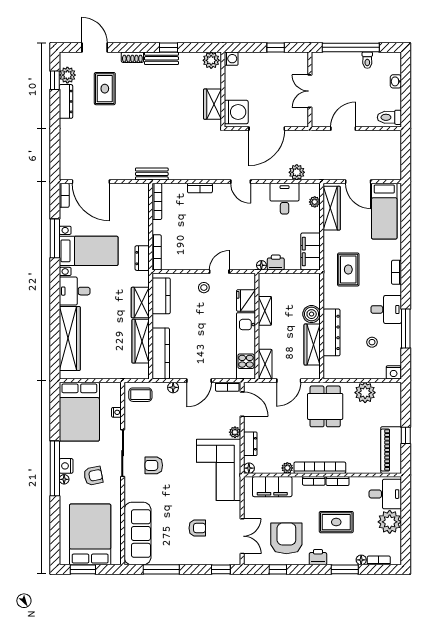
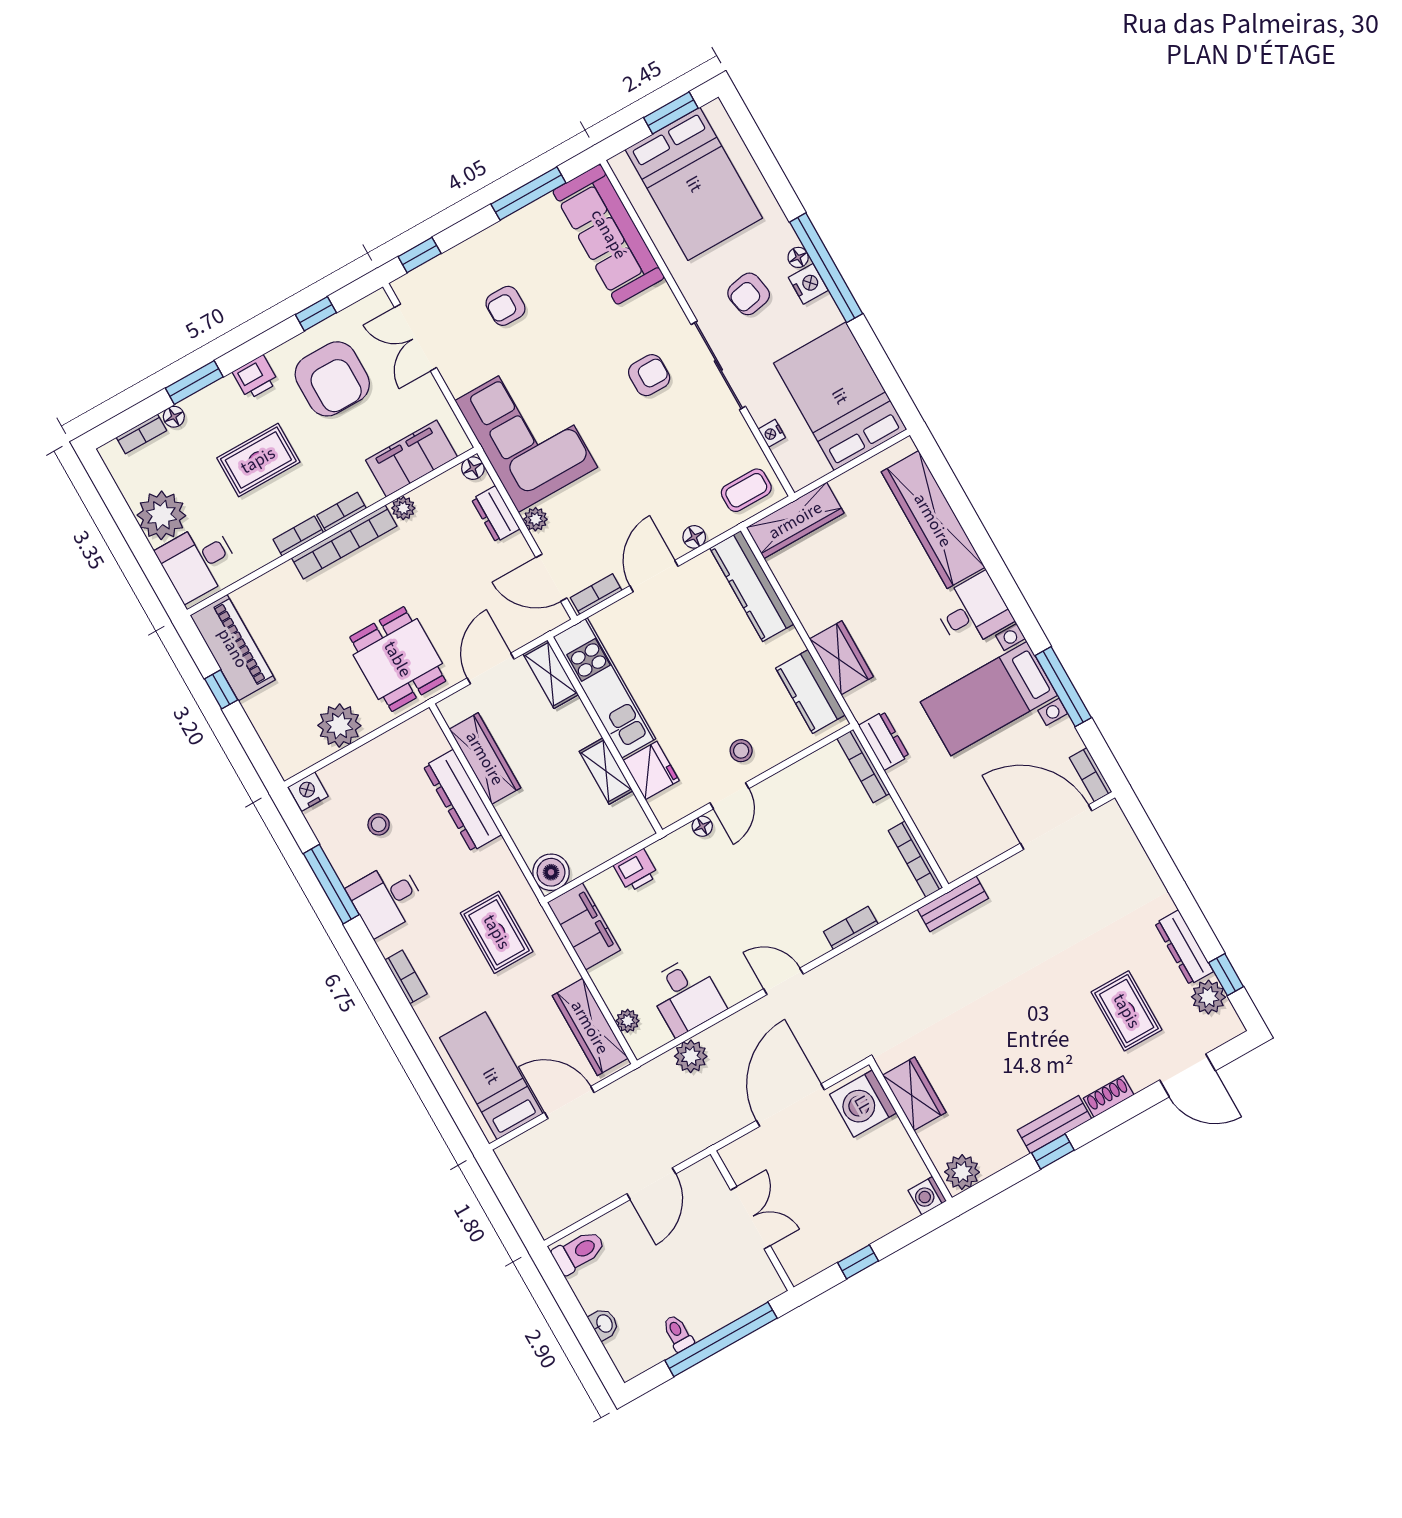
floor lamp: (261, 265) -> (702, 826), moved
boiler: (312, 314) -> (551, 872), moved
wardrobe: (141, 341) -> (795, 520), moved, turned 90

